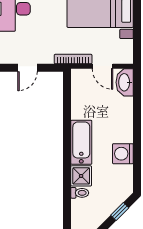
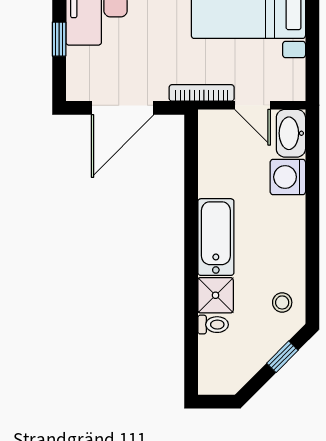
door: (27, 68) -> (123, 108), width x1.87
washing machine: (123, 154) -> (288, 177), moved
stool: (120, 180) -> (282, 302), added

